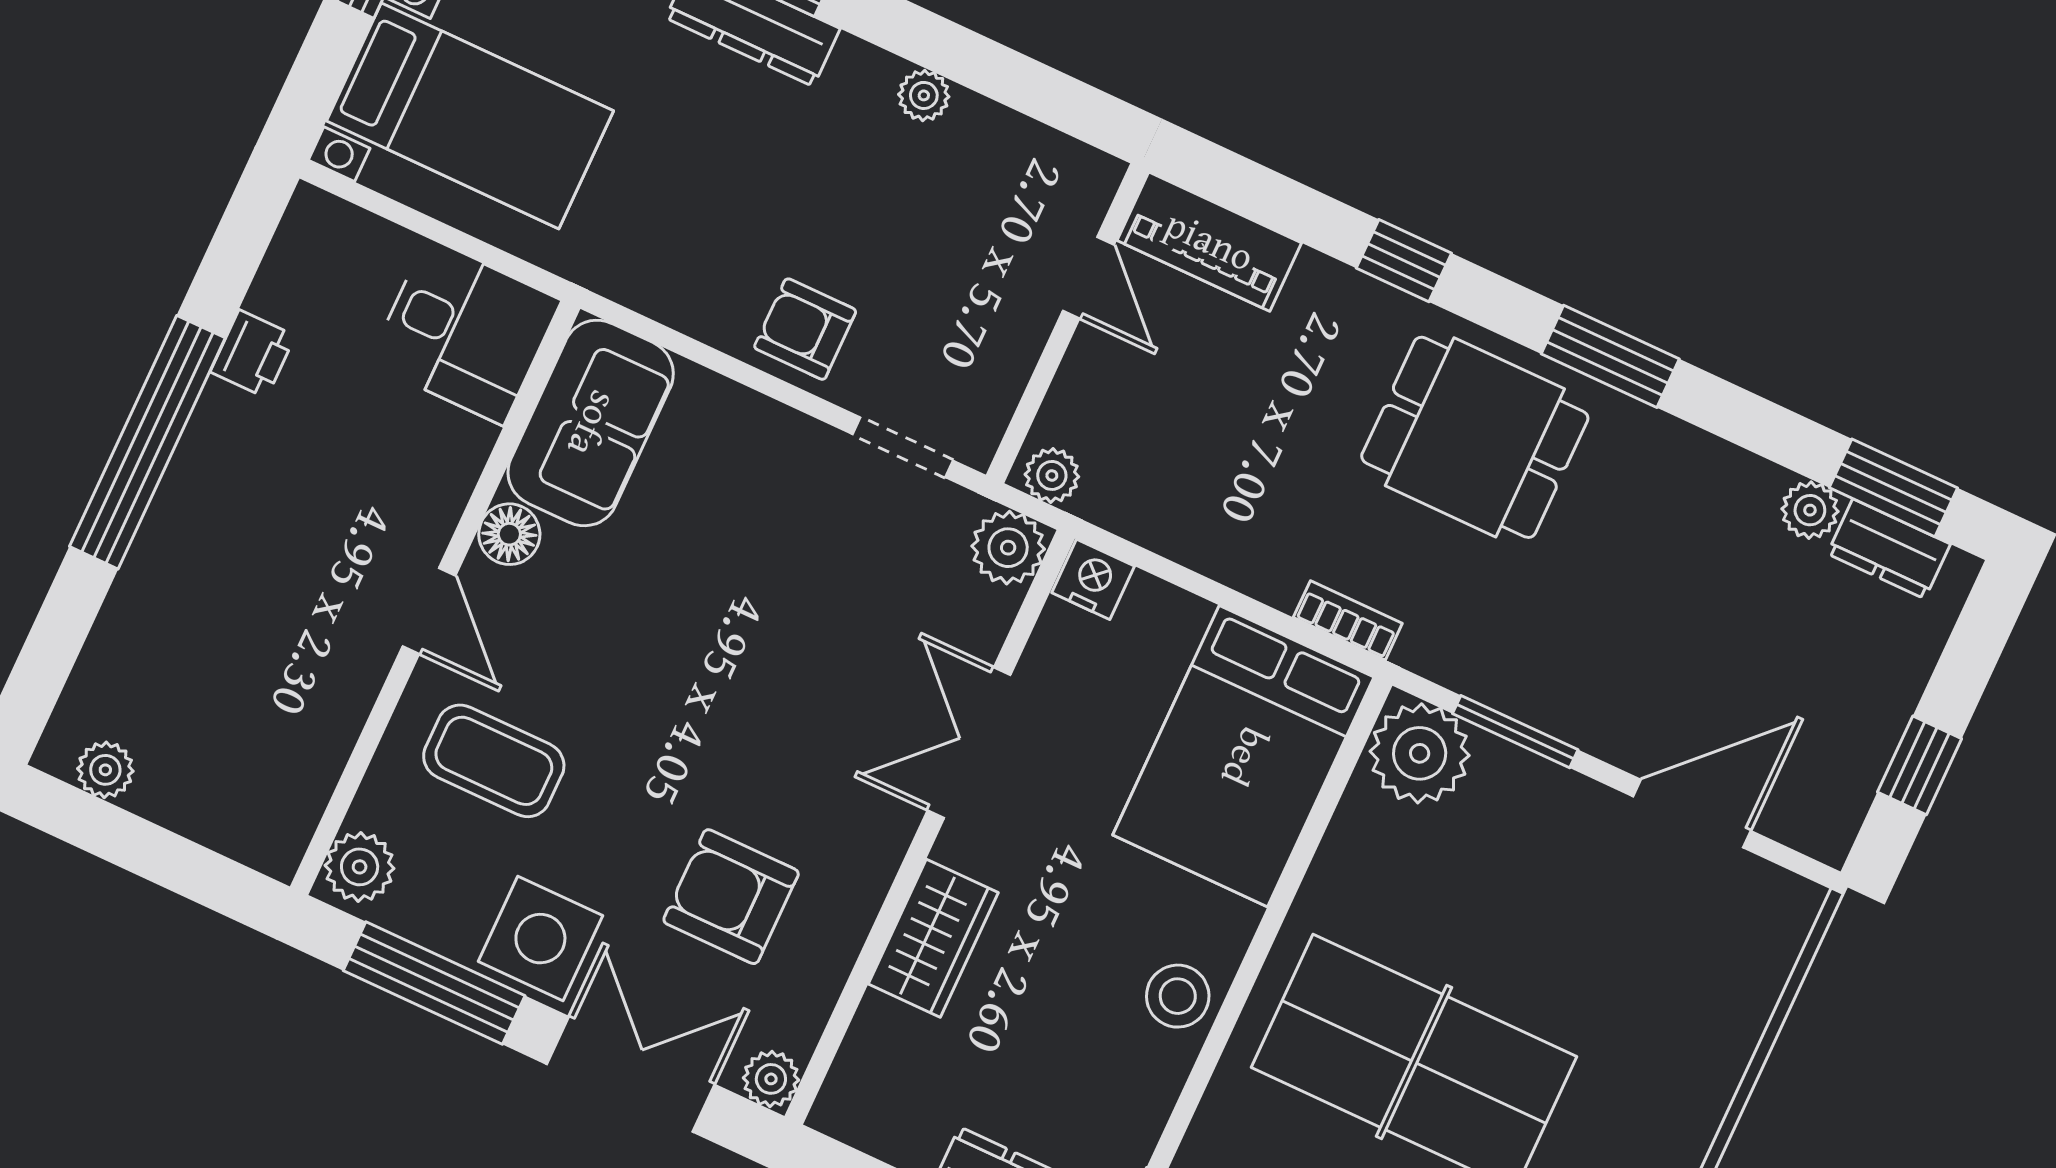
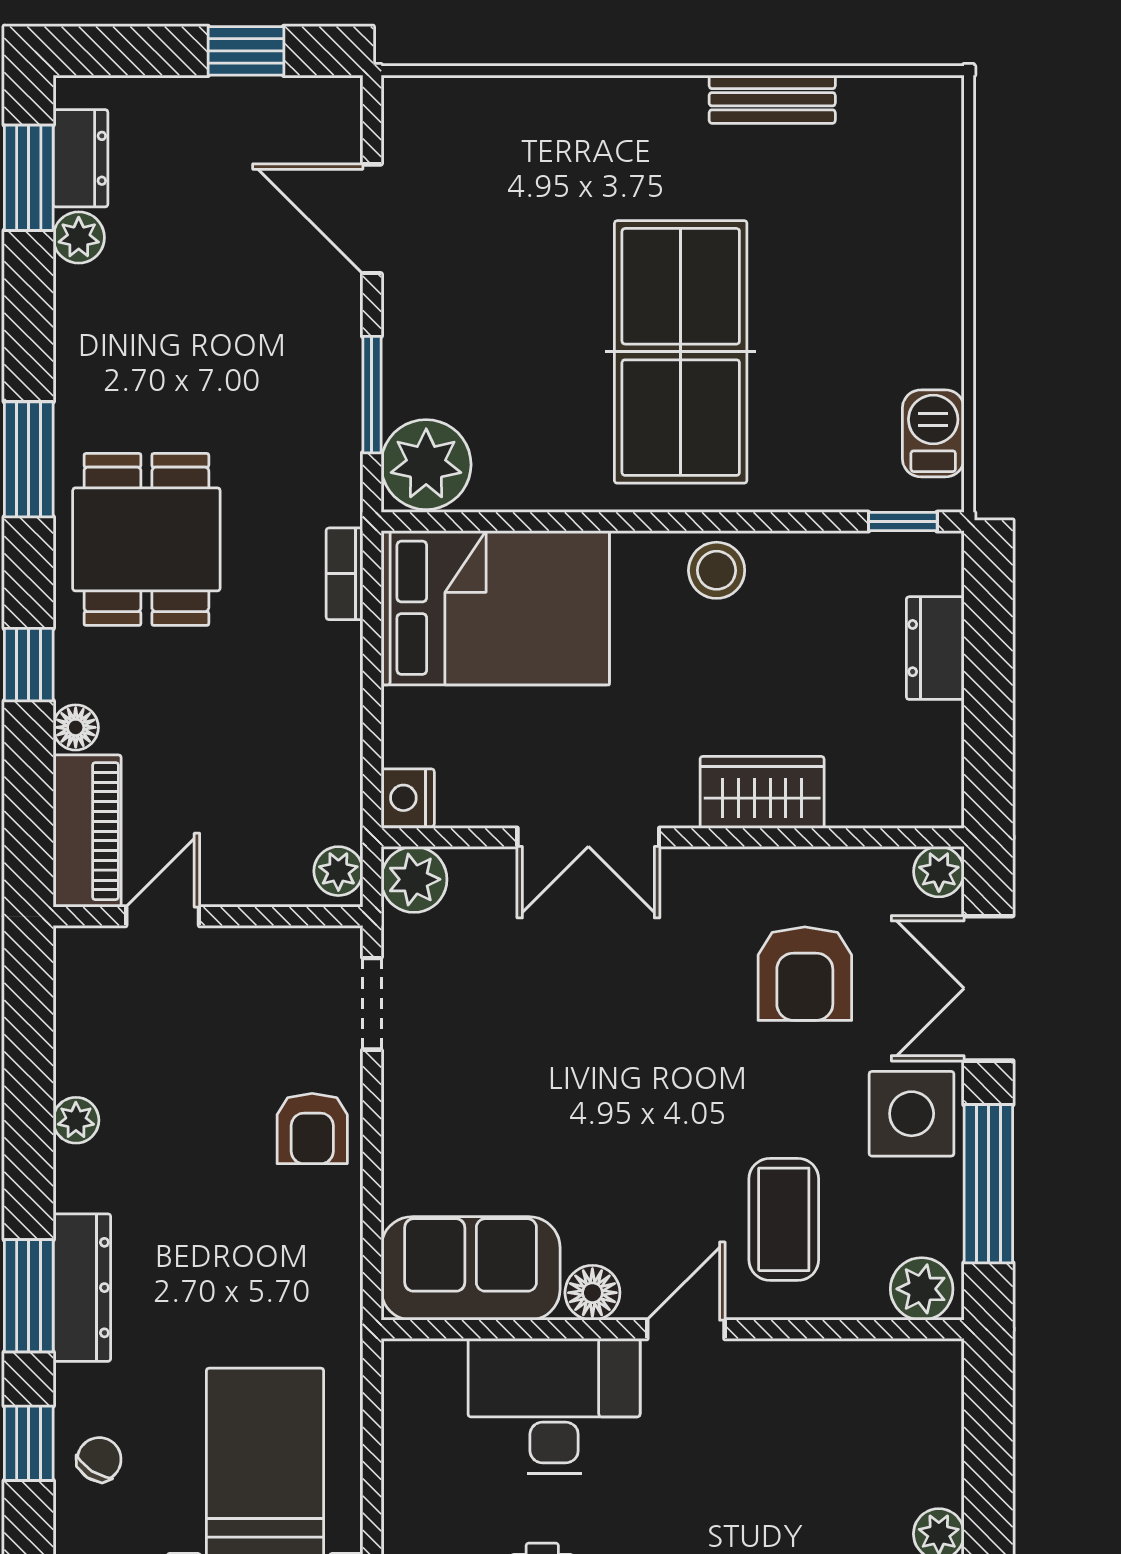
floor lamp: (1319, 278) -> (76, 727), added
desk: (465, 332) -> (554, 1406), moved, width x1.37

